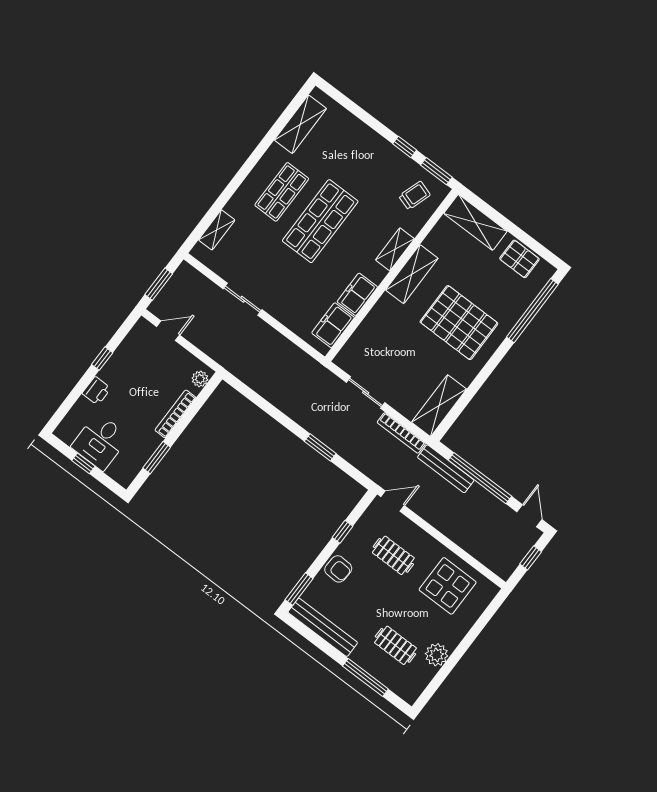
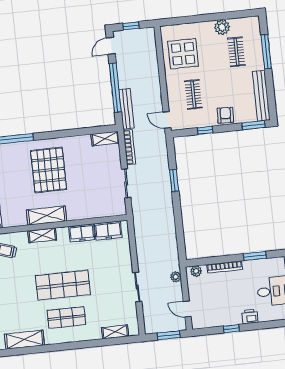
plant: (214, 351) -> (176, 277), added
shelving: (439, 406) -> (105, 139), width x0.67, depth x0.75

